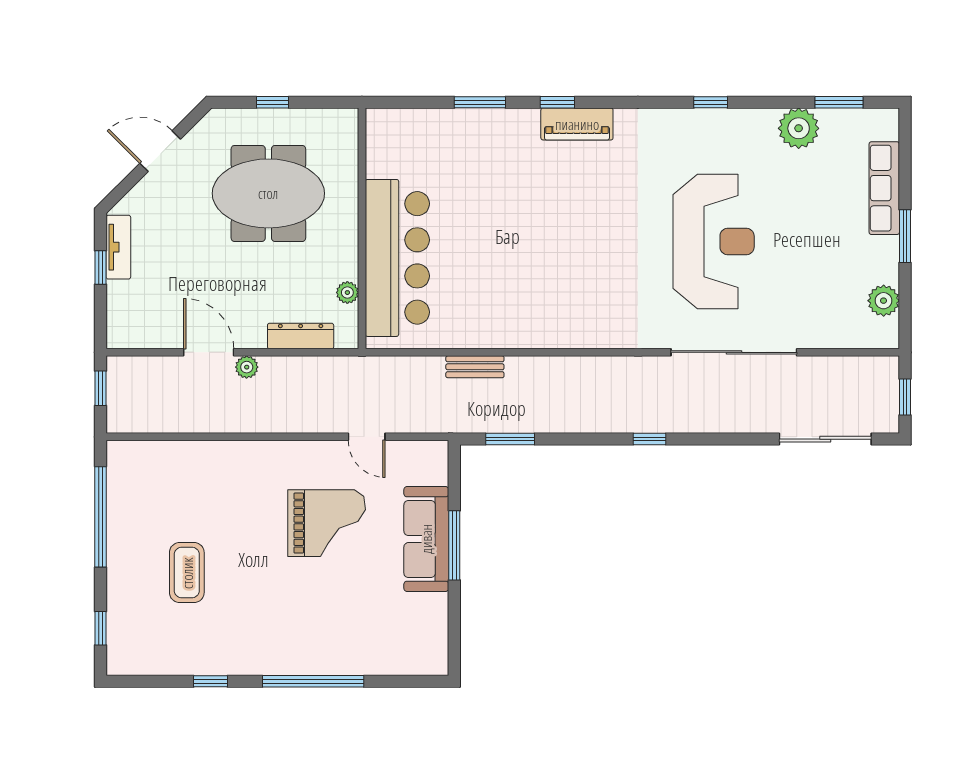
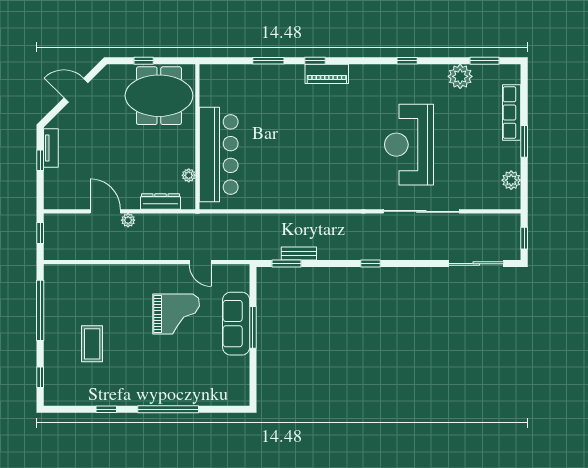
meeting table: (268, 193) -> (159, 96), moved
reception desk: (714, 242) -> (409, 145), turned 180
bench: (475, 367) -> (299, 253), moved

